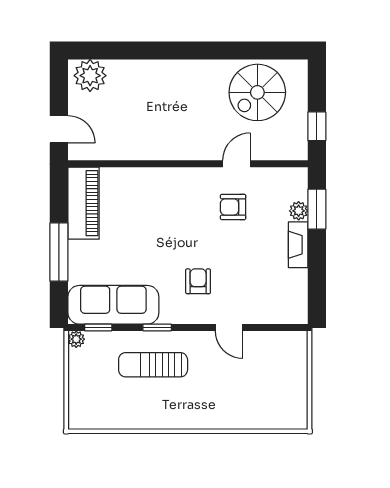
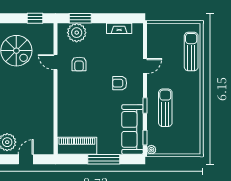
door: (59, 129) -> (26, 159), moved
plant: (299, 211) -> (77, 33), width x1.88, depth x1.88
fireplace: (298, 245) -> (119, 28), moved
sun lounger: (153, 365) -> (165, 108), turned 180
sun lounger: (256, 412) -> (191, 52), added

